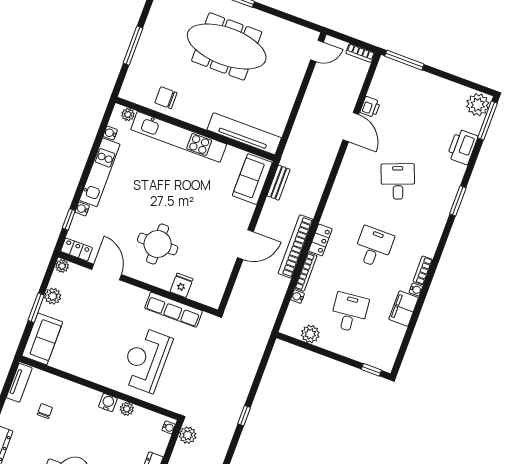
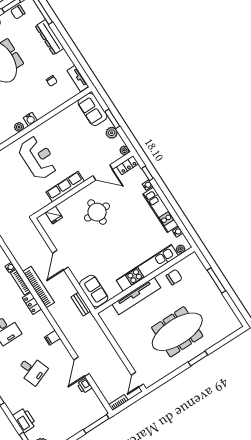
door: (351, 127) -> (81, 367), hinge flipped
tv unit: (244, 134) -> (136, 296), moved
filing cabinet: (342, 186) -> (52, 338), added
fridge: (182, 285) -> (54, 215), moved
row of seats: (174, 310) -> (65, 187), moved

